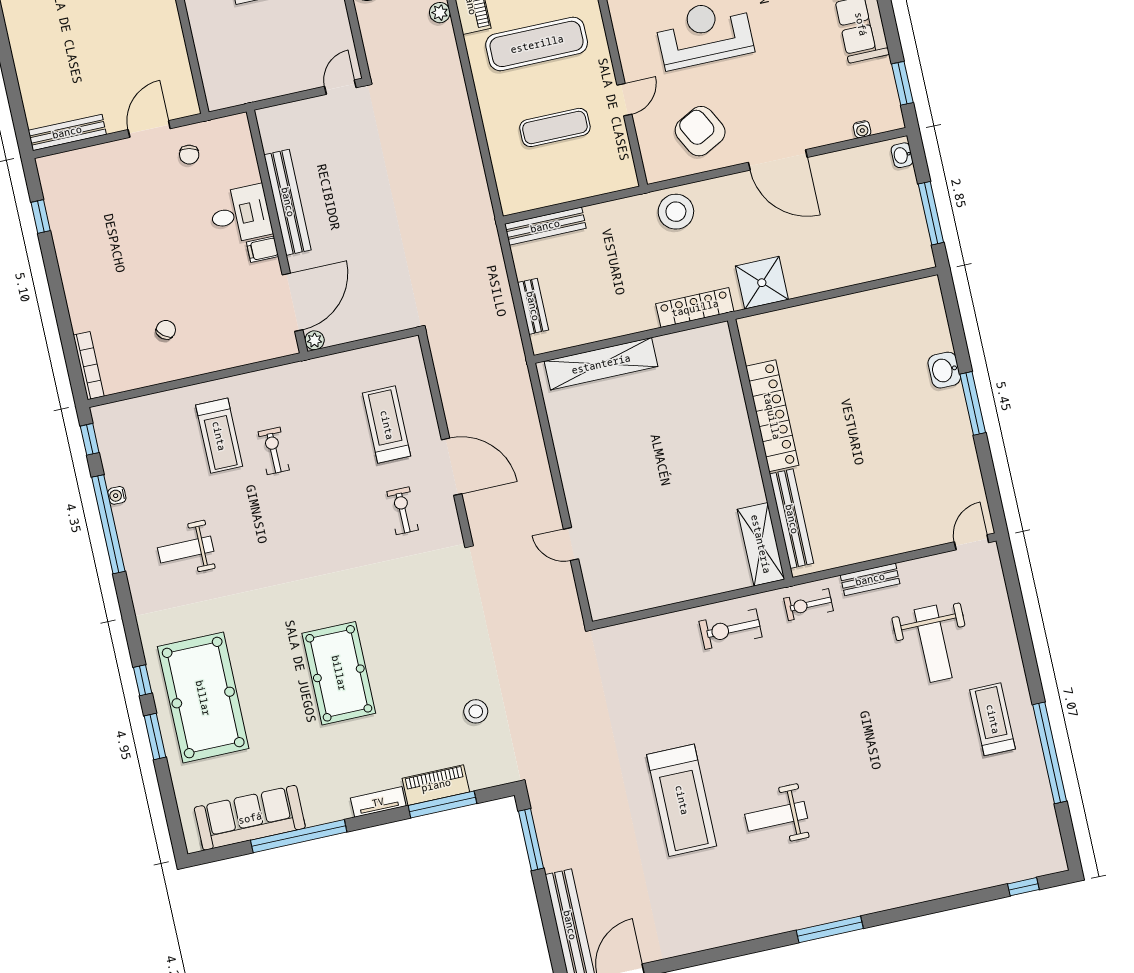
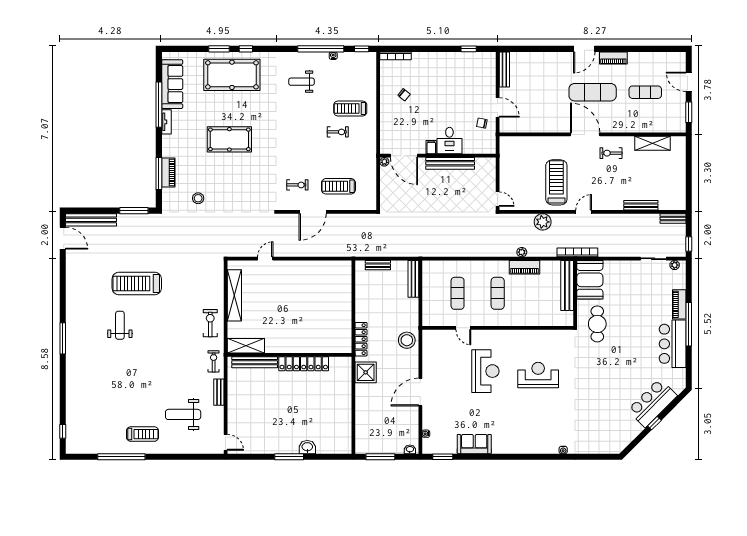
exercise mat: (537, 44) -> (498, 293), width x0.73, depth x0.69
armchair: (700, 131) -> (441, 359), removed
shelving: (601, 364) -> (234, 295), moved
treadmill: (387, 425) -> (338, 186), turned 180
weight bench: (186, 549) -> (302, 82), turned -90
tv unit: (378, 802) -> (167, 122), moved

